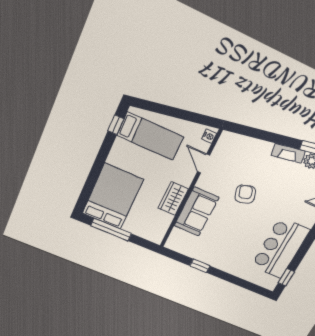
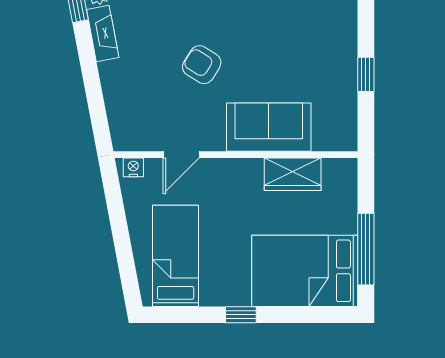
window: (116, 125) -> (241, 315), moved
armchair: (245, 194) -> (202, 65), turned 50
wardrobe: (173, 199) -> (293, 174), moved

